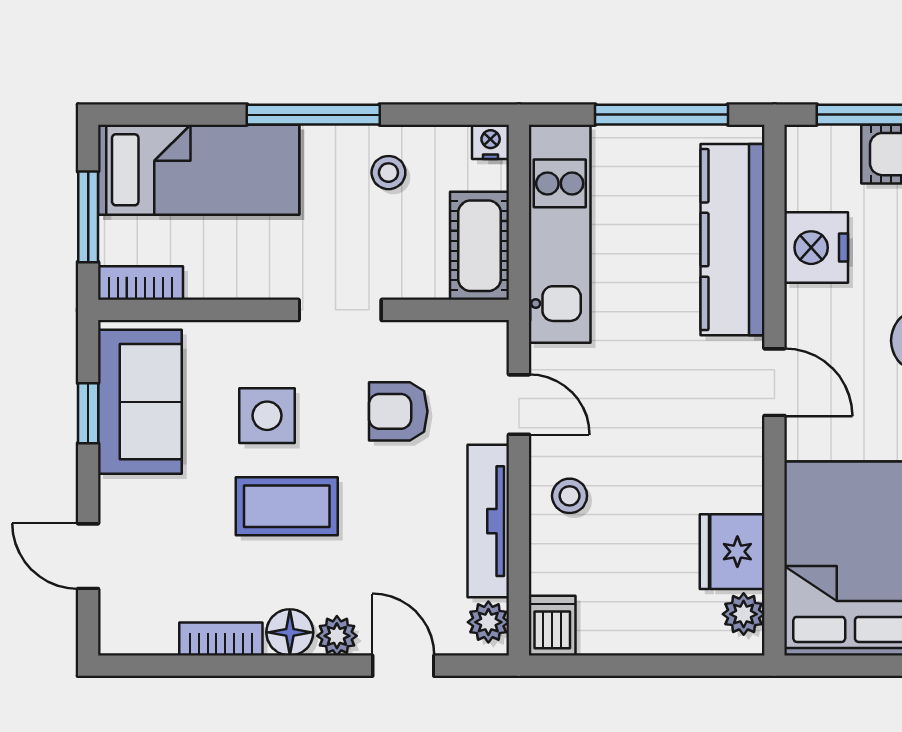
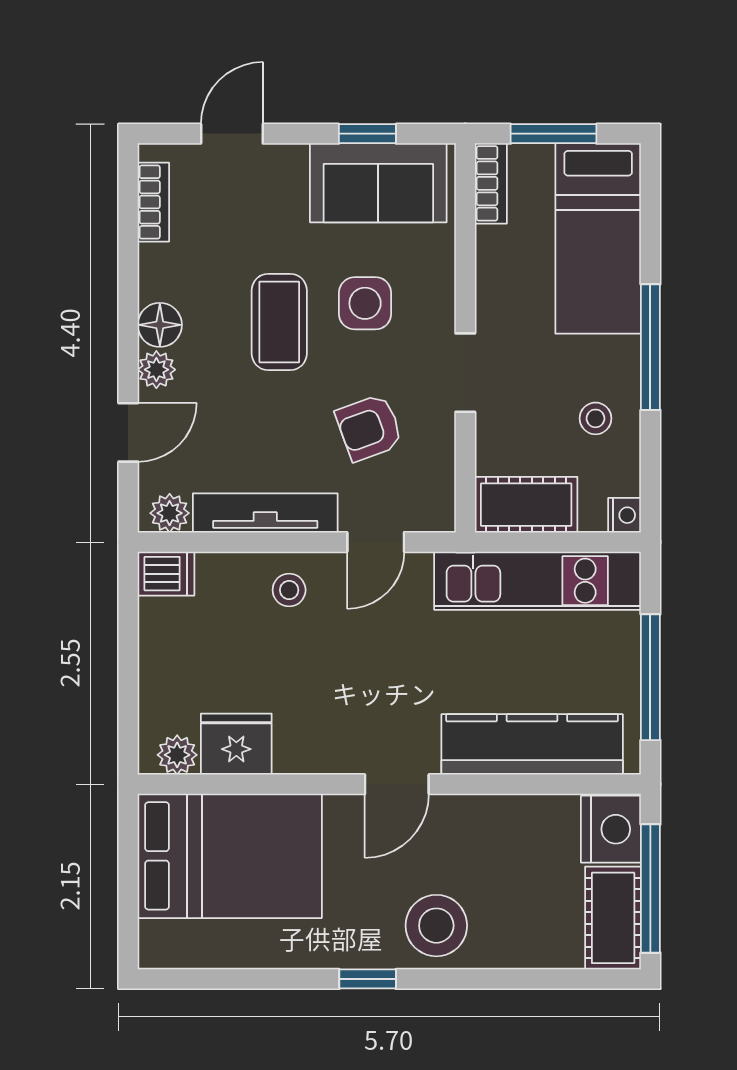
nightstand: (816, 248) -> (611, 829), moved, turned 90
armchair: (398, 411) -> (369, 428), turned -110
bookcase: (221, 639) -> (153, 202), moved

